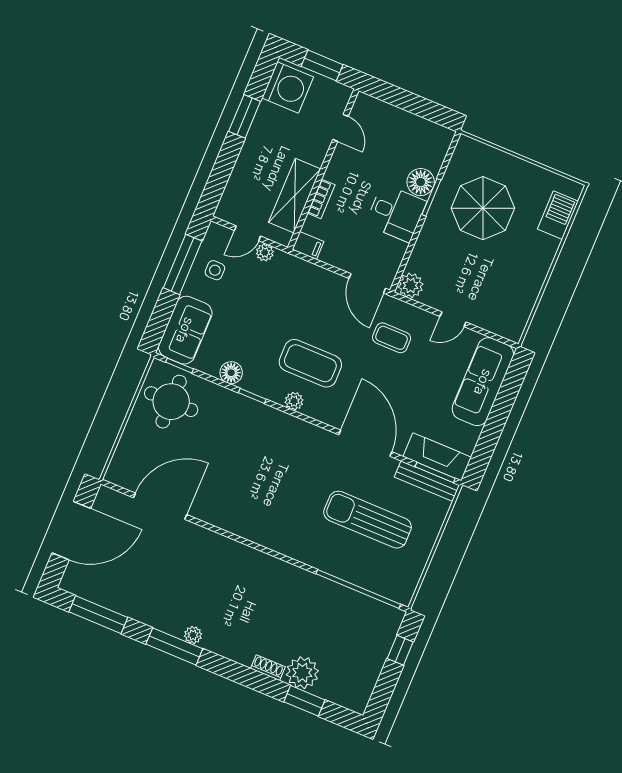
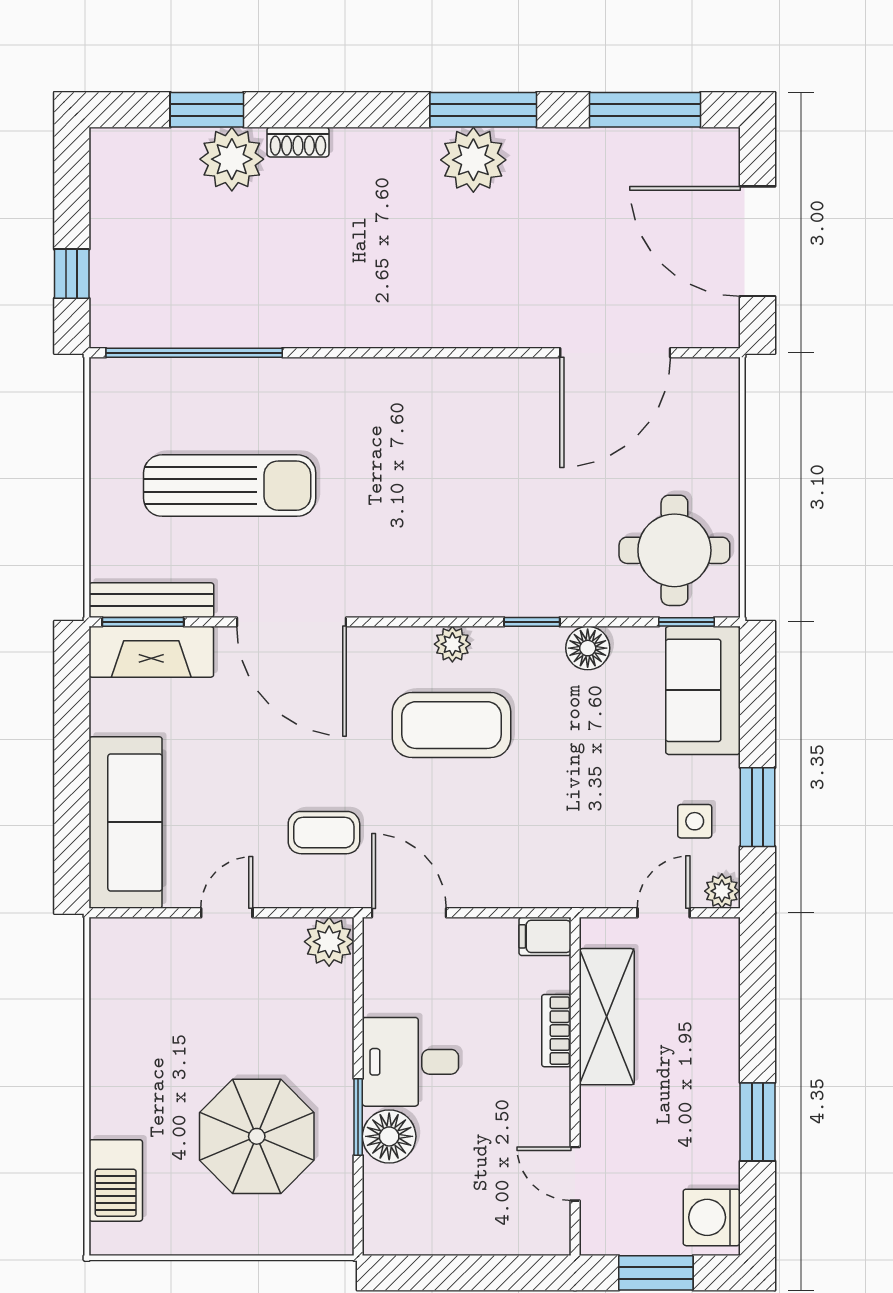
washing machine: (288, 88) -> (712, 1217), width x0.73, depth x0.73
plant: (265, 252) -> (722, 891), moved
window: (183, 264) -> (757, 807), width x0.69
door: (71, 531) -> (757, 241), hinge flipped
plant: (193, 635) -> (473, 160), width x1.87, depth x1.87

